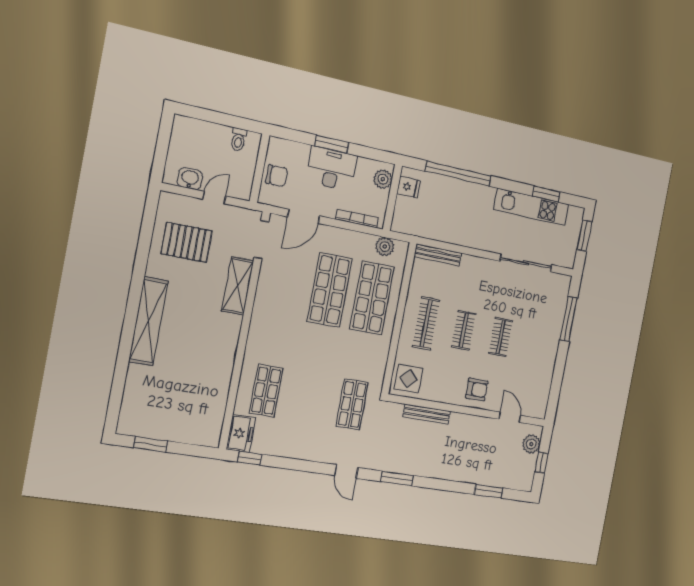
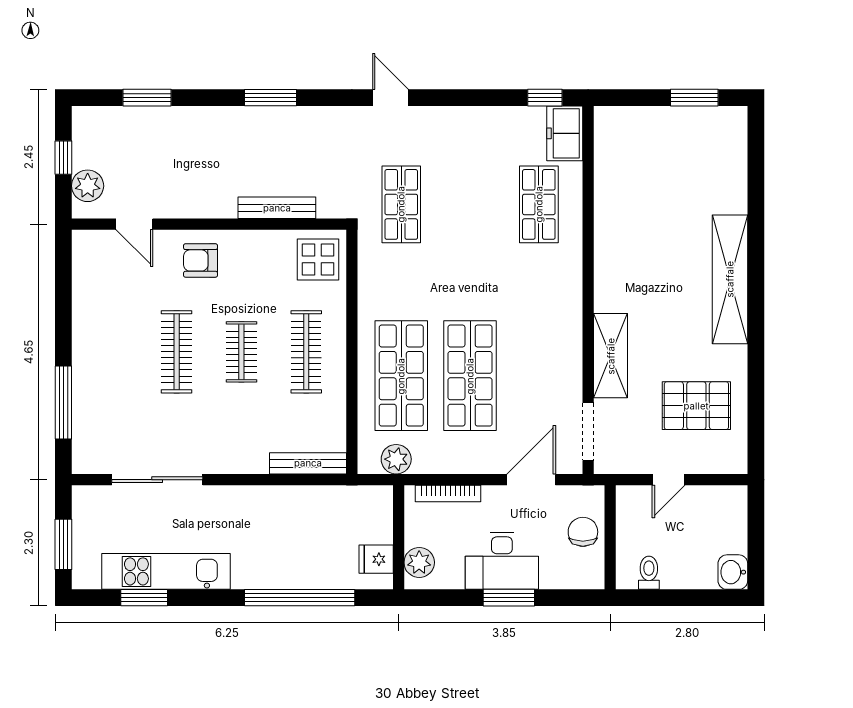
chair: (277, 176) -> (583, 532), turned 90
washbasin: (190, 179) -> (733, 572), moved, turned 90
clothes rail: (501, 337) -> (177, 352), width x1.36
window: (397, 478) -> (270, 98), moved

